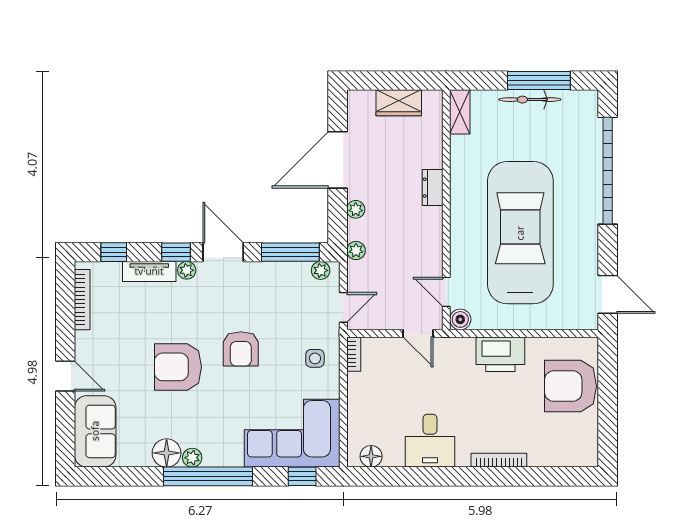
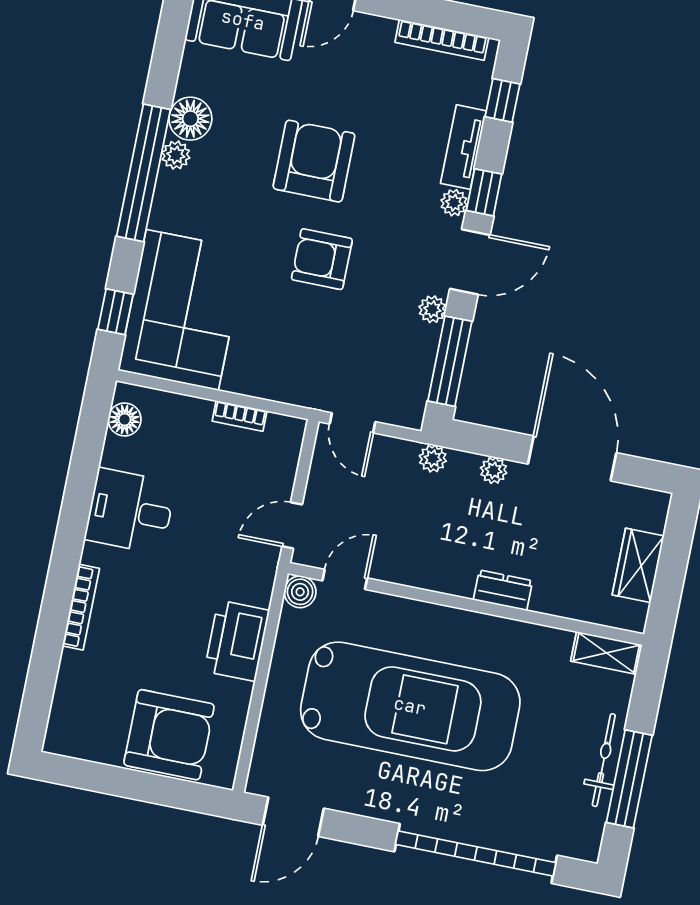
plant: (321, 270) -> (432, 309), moved
bookcase: (354, 354) -> (240, 416), moved
side table: (315, 358) -> (286, 366), removed
armchair: (570, 386) -> (169, 735), turned 90

